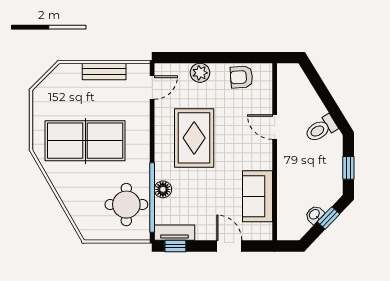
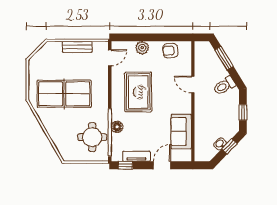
window: (320, 88) -> (224, 58), added
tv unit: (175, 233) -> (136, 156), moved
door: (229, 246) -> (162, 165), hinge flipped

